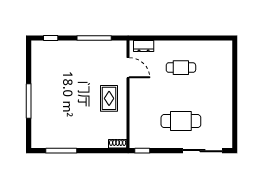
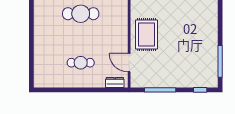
rug: (109, 98) -> (147, 34), width x1.36, depth x1.43
window: (29, 101) -> (220, 61), moved

